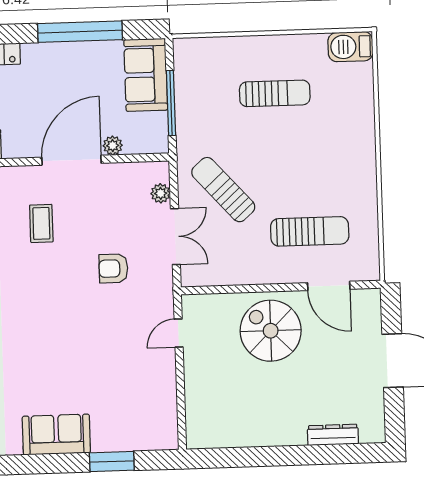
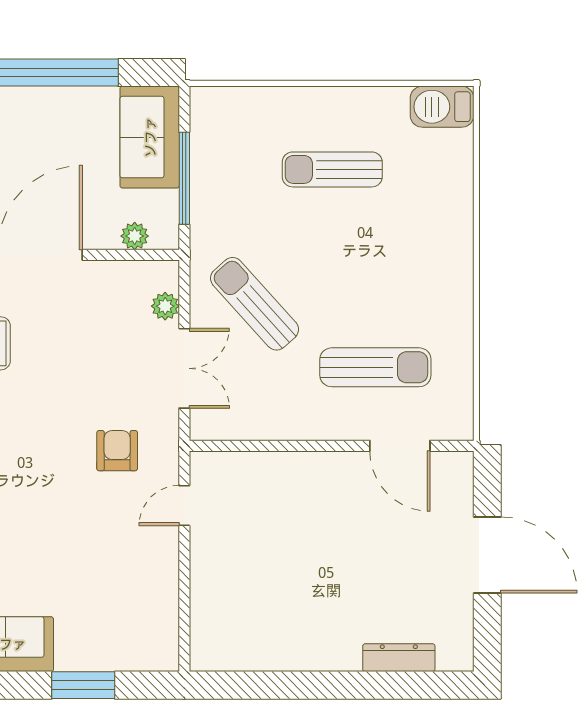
sun lounger: (275, 93) -> (332, 169), turned 180
plant: (113, 146) -> (135, 236), moved
armchair: (113, 268) -> (117, 451), moved, turned 90
spiral stairs: (271, 331) -> (315, 507), removed

